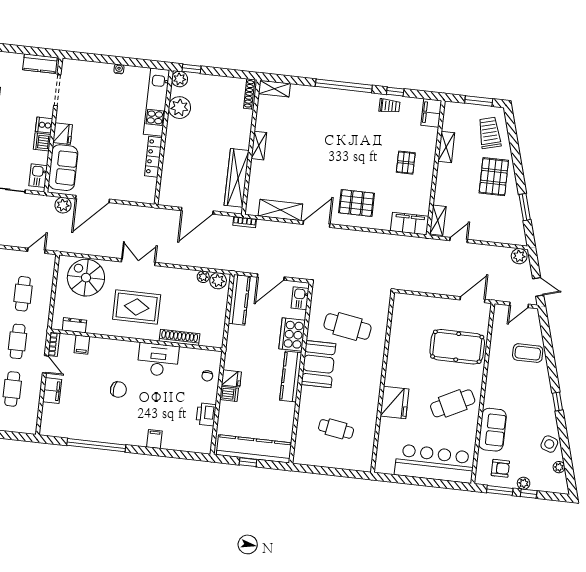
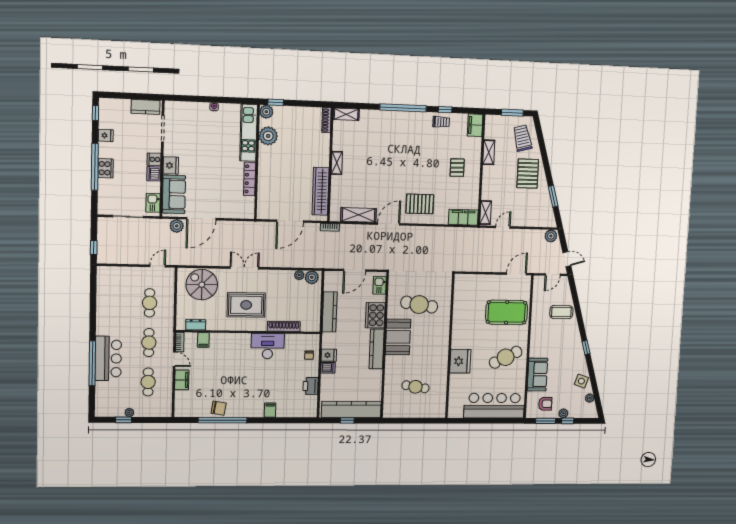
kitchen counter: (239, 300) -> (330, 312), moved
chair: (118, 390) -> (219, 408), moved

